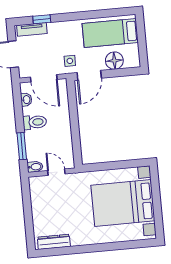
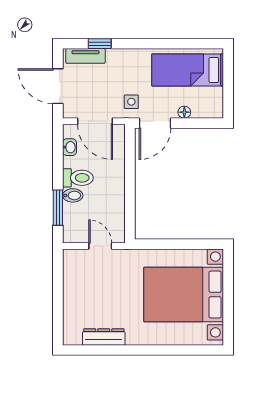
floor lamp: (114, 61) -> (184, 112), width x0.53, depth x0.53
bidet: (35, 167) -> (73, 195), moved
dresser: (54, 242) -> (104, 337), moved

